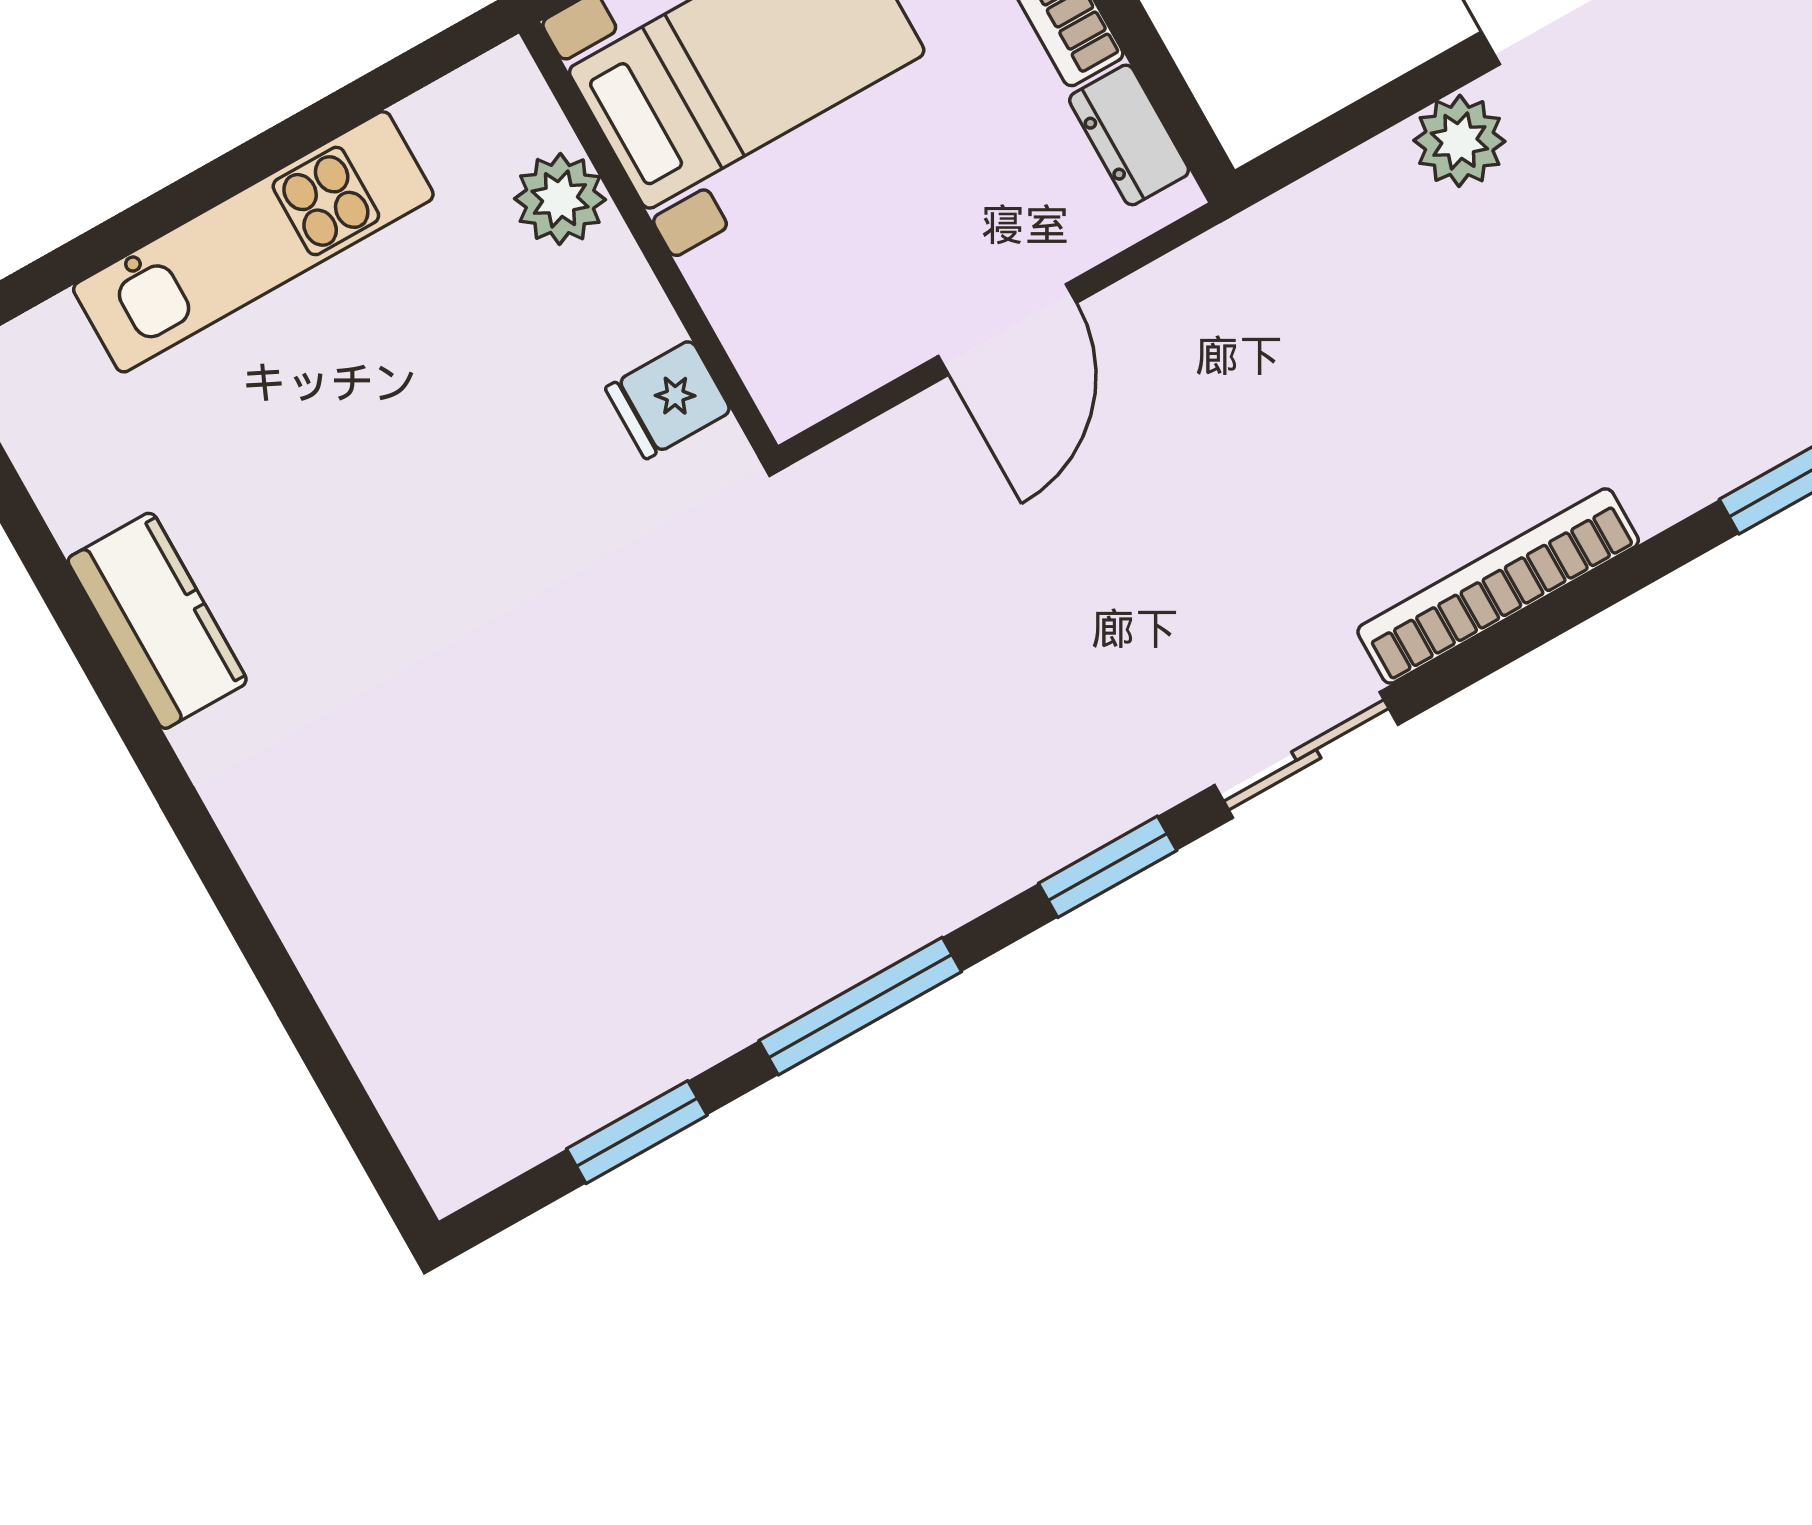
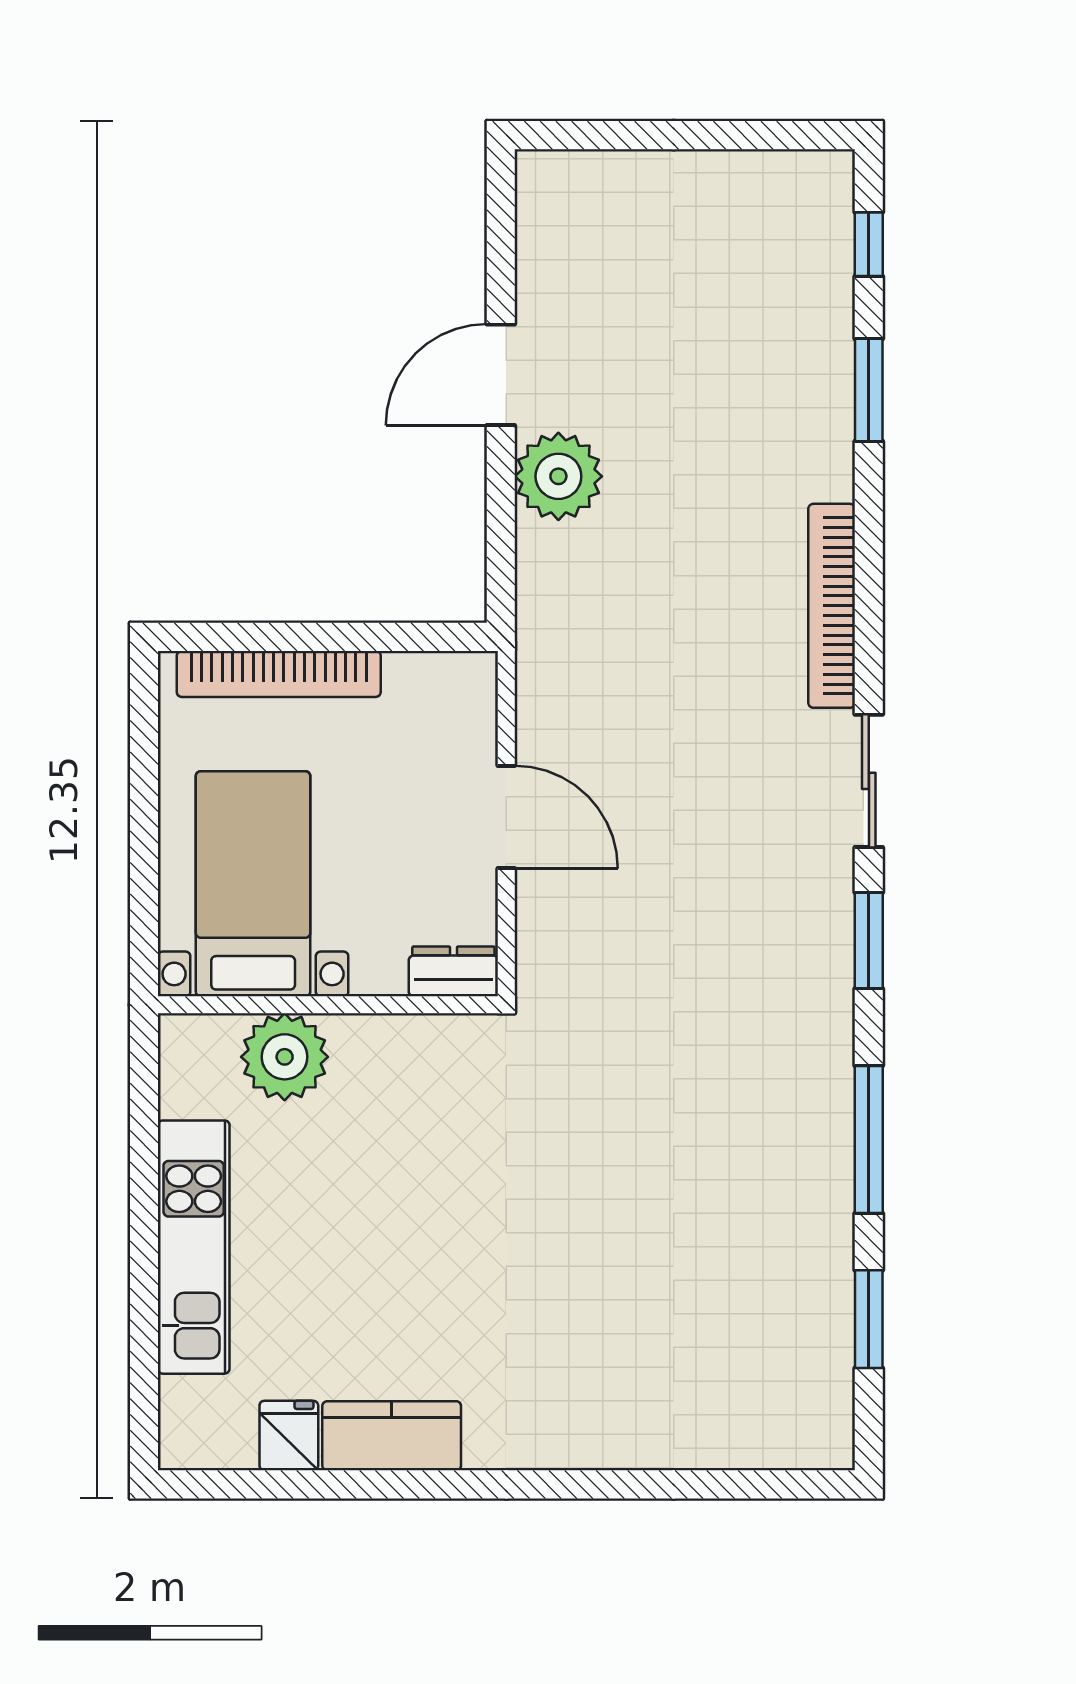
dresser: (1129, 135) -> (453, 971), moved, turned 180
plant: (1459, 141) -> (558, 476), width x1.36, depth x1.36
plant: (560, 199) -> (285, 1057), width x1.36, depth x1.36
fridge: (668, 399) -> (289, 1436), moved, turned 180

